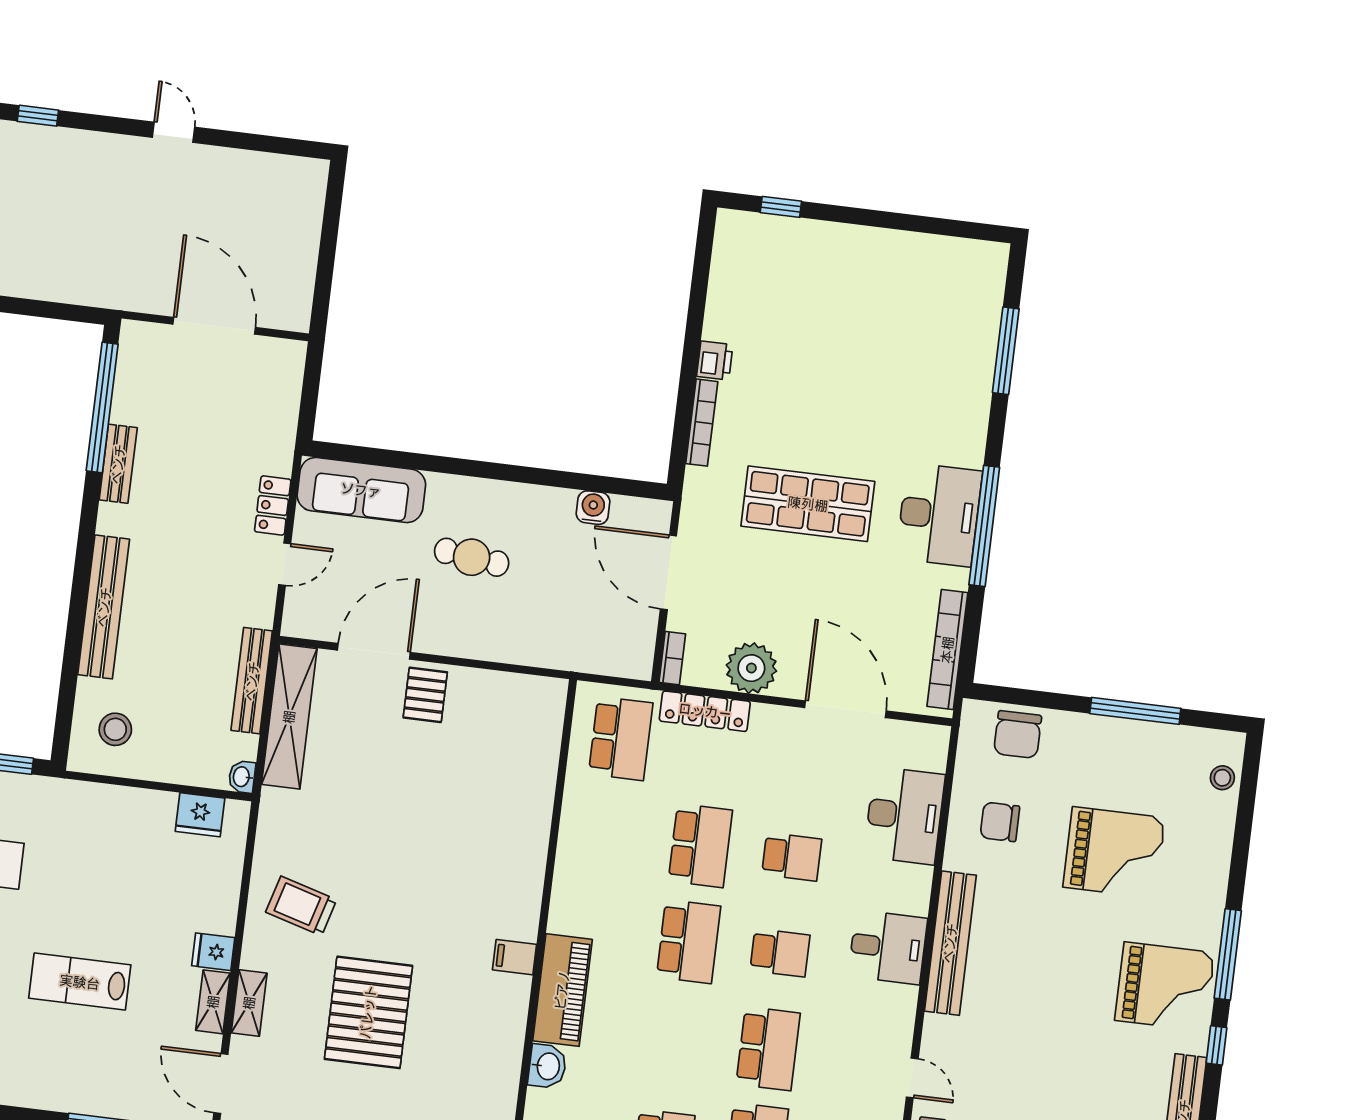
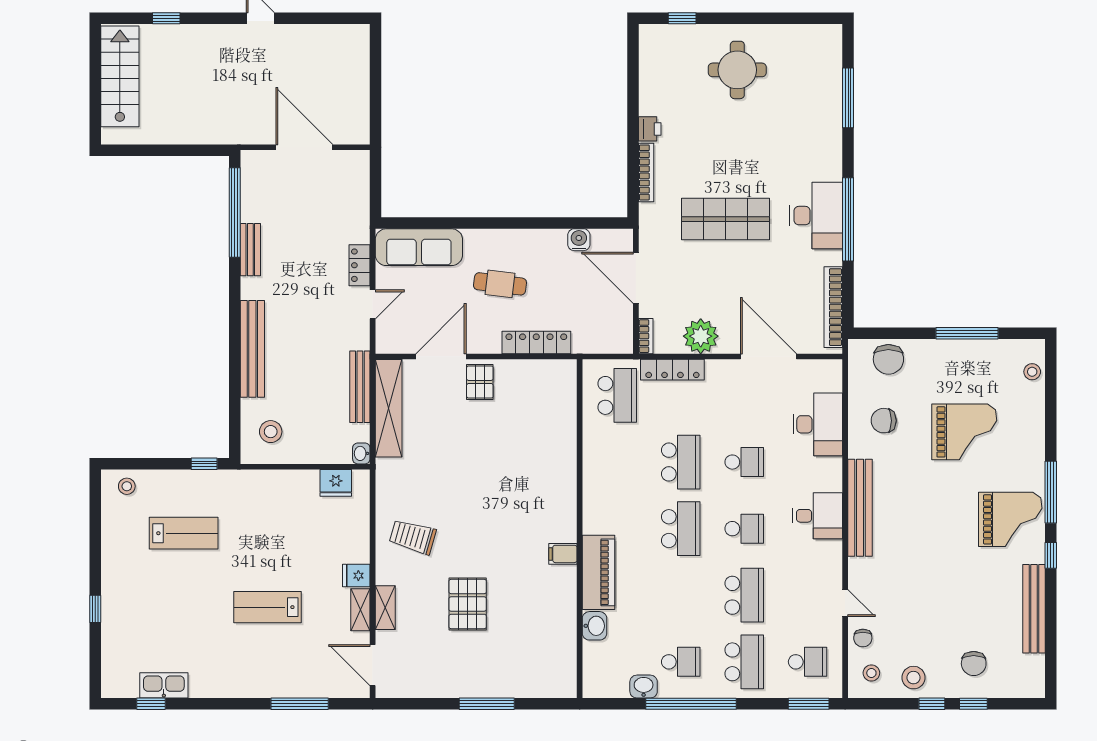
round table: (851, 291) -> (737, 70), added
locker: (514, 648) -> (536, 342), added
pallet: (368, 1012) -> (468, 604), width x0.73, depth x0.71

